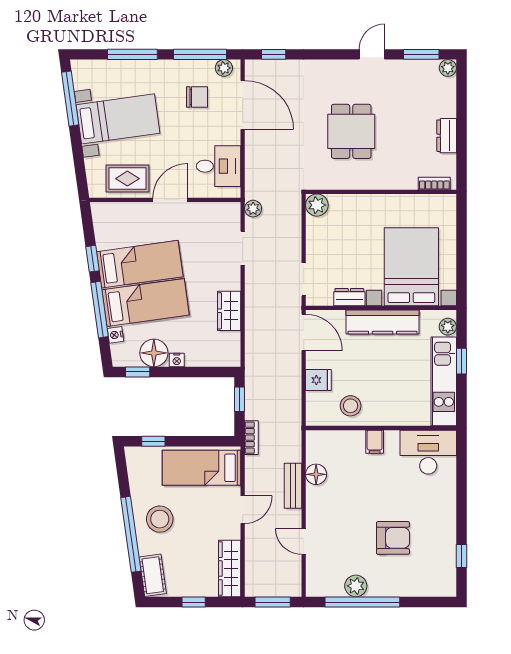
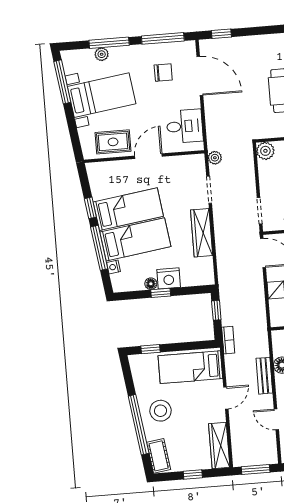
plant: (224, 68) -> (102, 54), moved
wardrobe: (229, 311) -> (202, 233), width x1.50
floor lamp: (154, 353) -> (151, 284), width x0.53, depth x0.53
nightstand: (177, 360) -> (169, 278), width x1.89, depth x1.79
window: (138, 372) -> (161, 293), moved

